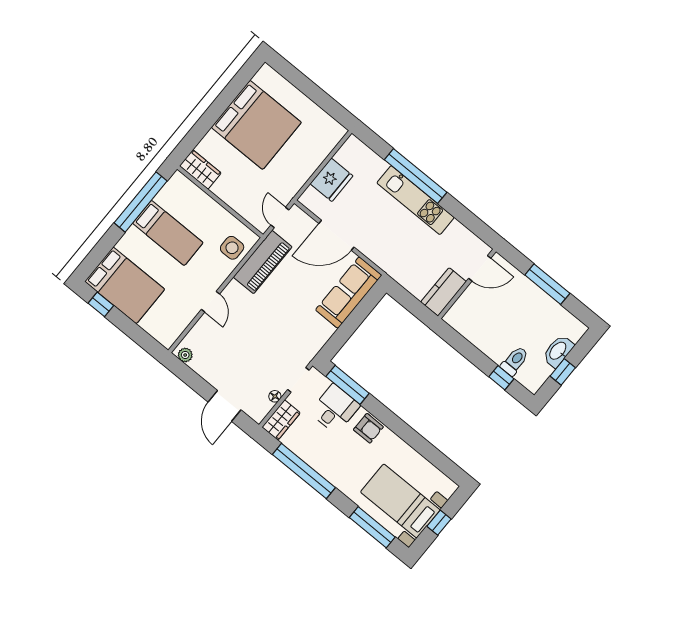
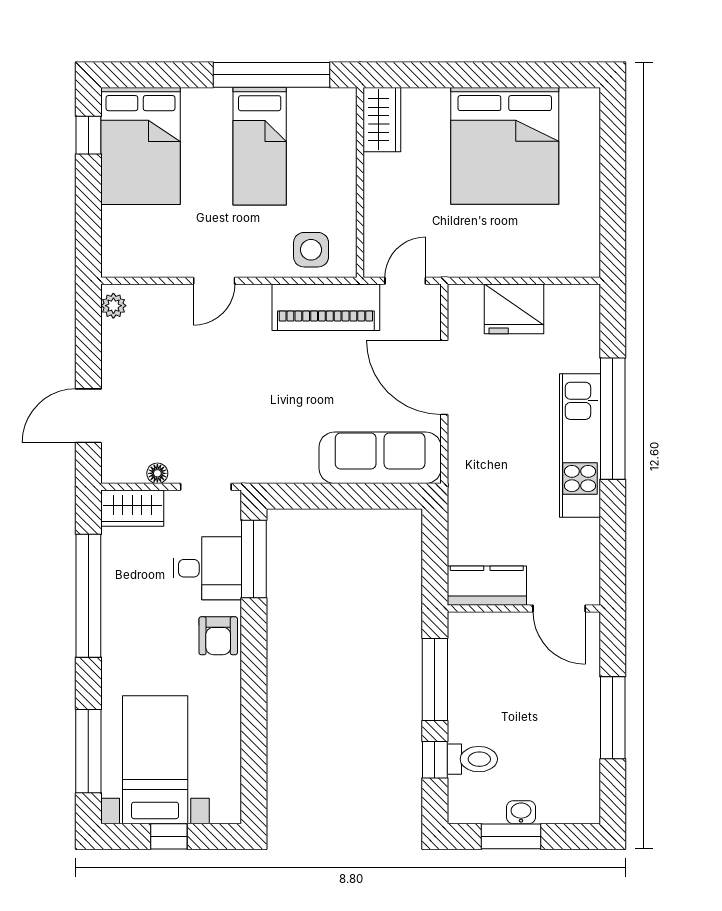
window: (466, 349) -> (435, 679), added
washbasin: (558, 351) -> (521, 812), width x0.52, depth x0.69
window: (563, 372) -> (511, 836), width x1.50

